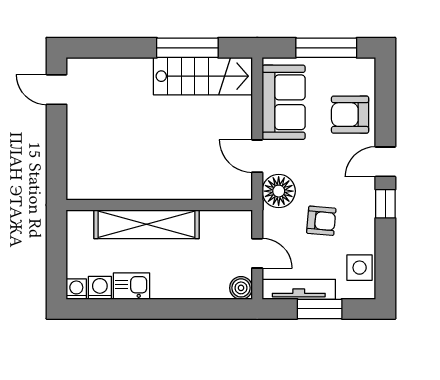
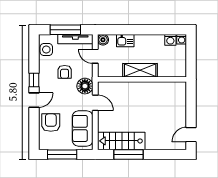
door: (56, 90) -> (191, 135), swing flipped
armchair: (350, 115) -> (51, 123), turned -90
armchair: (321, 221) -> (65, 72), turned -95
shelving: (146, 224) -> (140, 70), width x0.68
kitchen sink: (131, 286) -> (125, 41), moved
window: (320, 309) -> (65, 30), width x1.44

